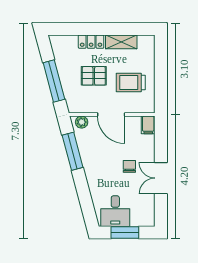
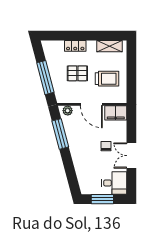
shelving: (121, 42) -> (109, 46), moved
trolley: (131, 83) -> (107, 79), turned 180
filing cabinet: (148, 125) -> (116, 113), width x2.00
desk: (115, 211) -> (114, 183), moved, turned -90

